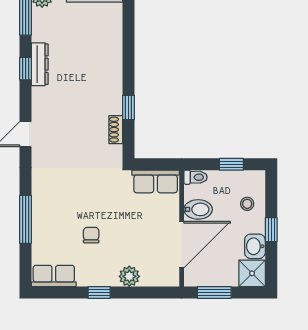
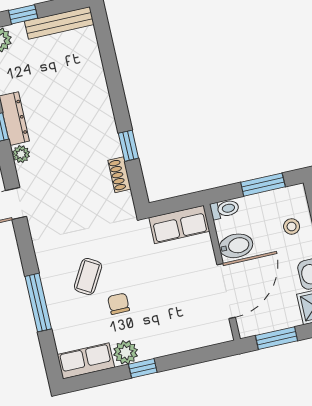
plant: (39, 95) -> (21, 154), added
window: (231, 164) -> (263, 185), width x1.50
coffee table: (71, 207) -> (88, 276), added
plant: (129, 276) -> (126, 352), moved

